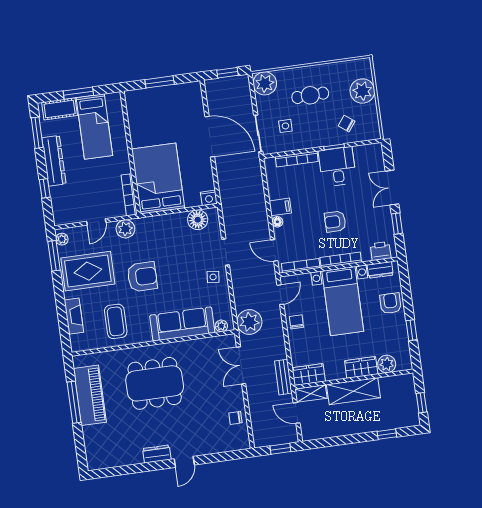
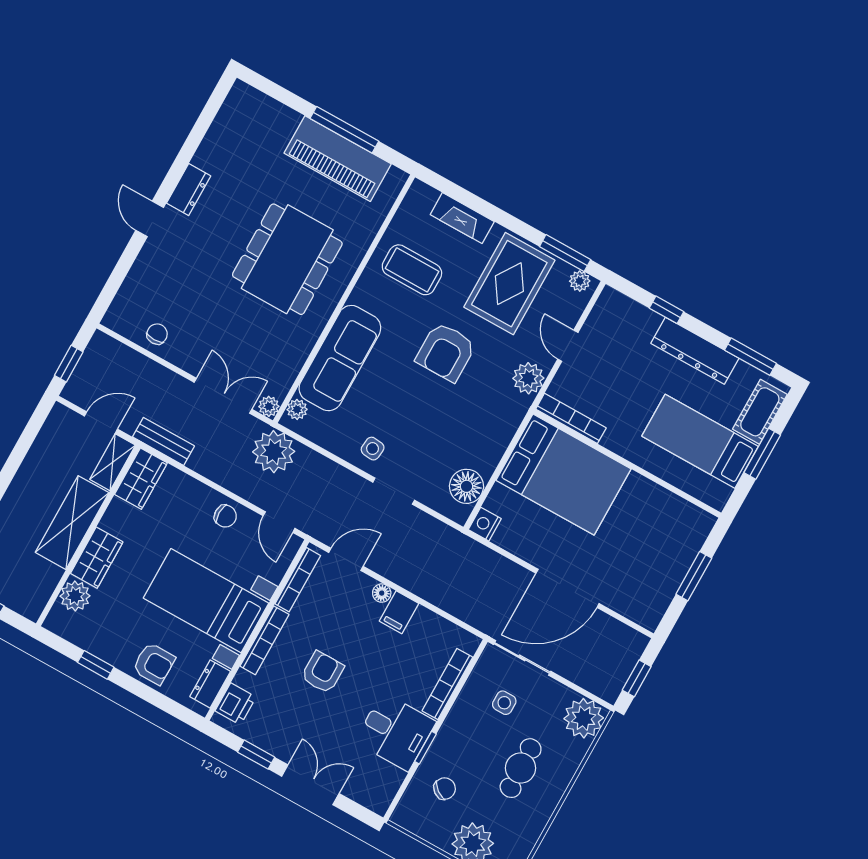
plant: (230, 340) -> (269, 406), added

